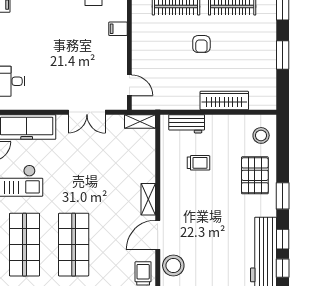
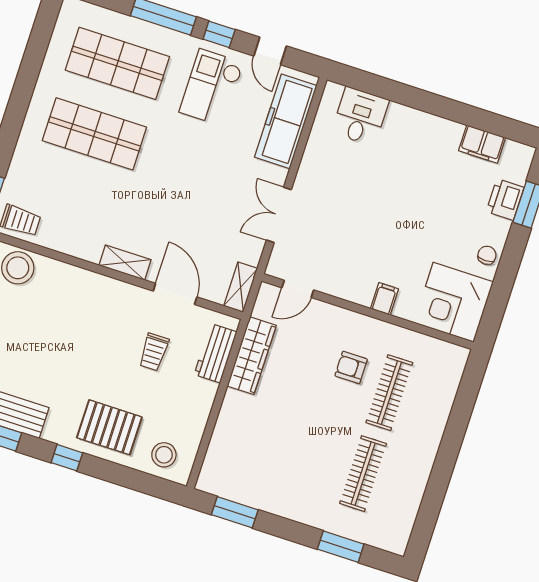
armchair: (201, 44) -> (351, 367), moved
window: (283, 55) -> (235, 512), moved
wardrobe: (224, 101) -> (252, 356), moved
window: (283, 196) -> (67, 458), width x0.67
door: (158, 235) -> (175, 294), moved

